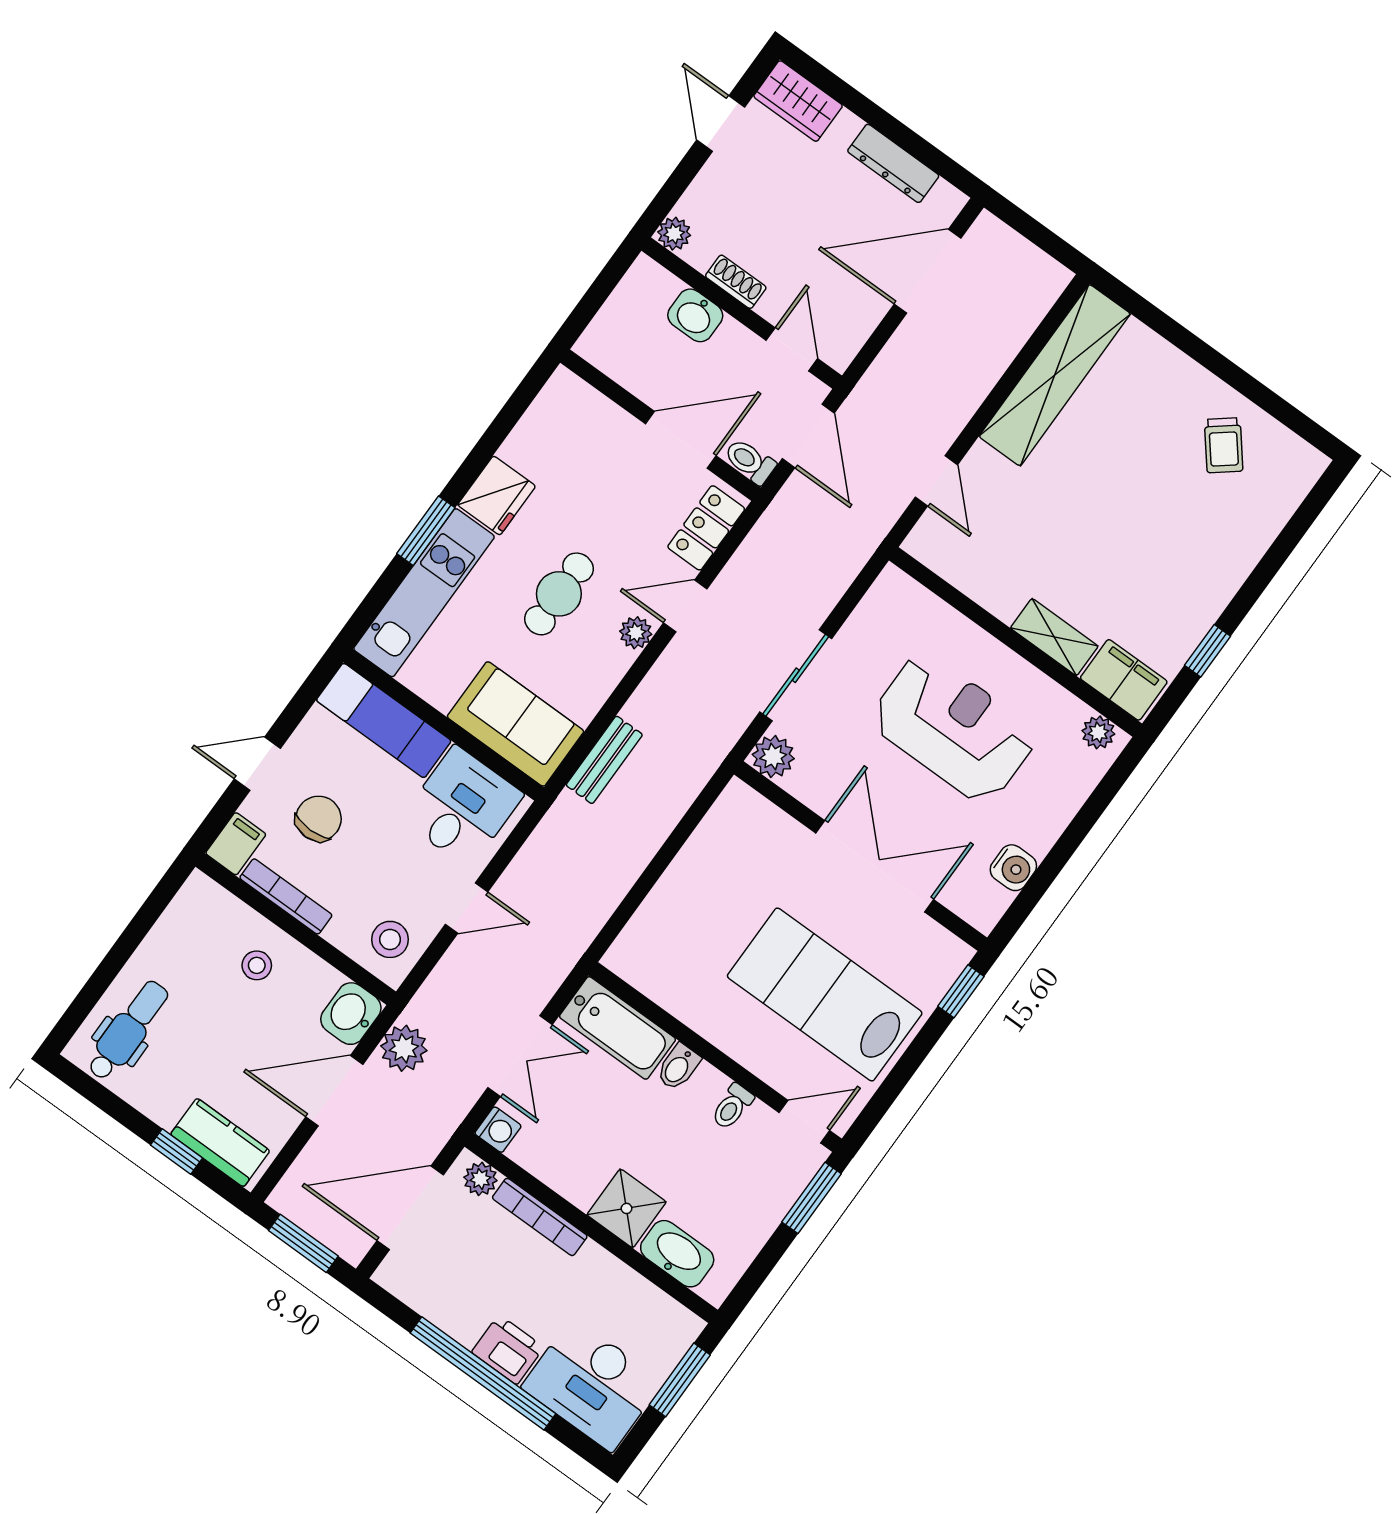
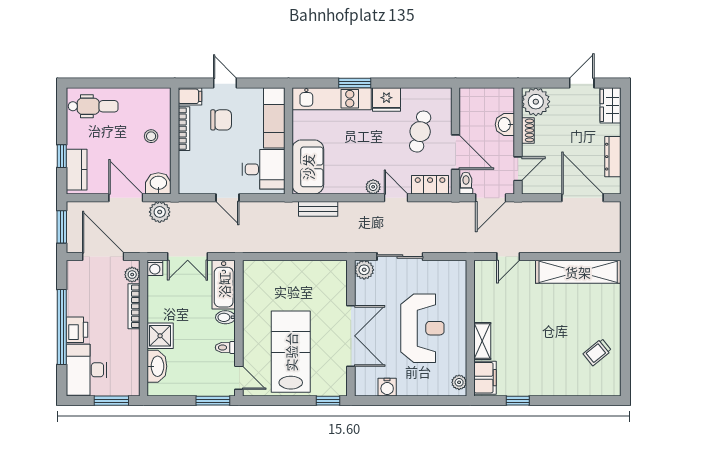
plant: (674, 234) -> (536, 102), width x1.88, depth x1.88
cafe table: (559, 594) -> (420, 132), moved, turned -76
stool: (390, 939) -> (196, 178), removed

